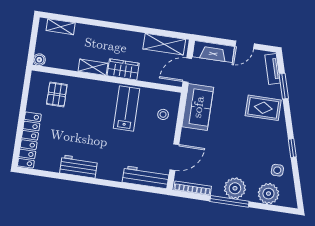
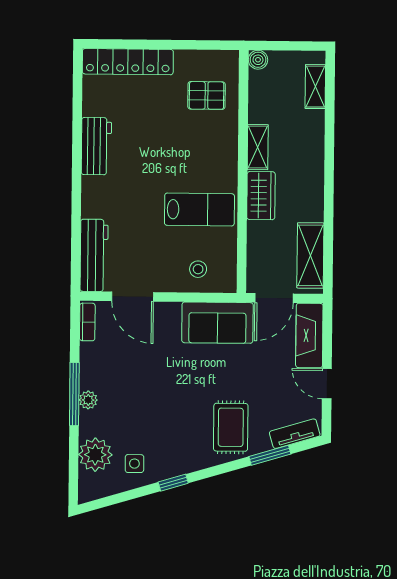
door: (187, 70) -> (274, 298), swing flipped
bookcase: (193, 188) -> (87, 322), width x0.64
plant: (235, 188) -> (88, 400), width x0.53, depth x0.53

